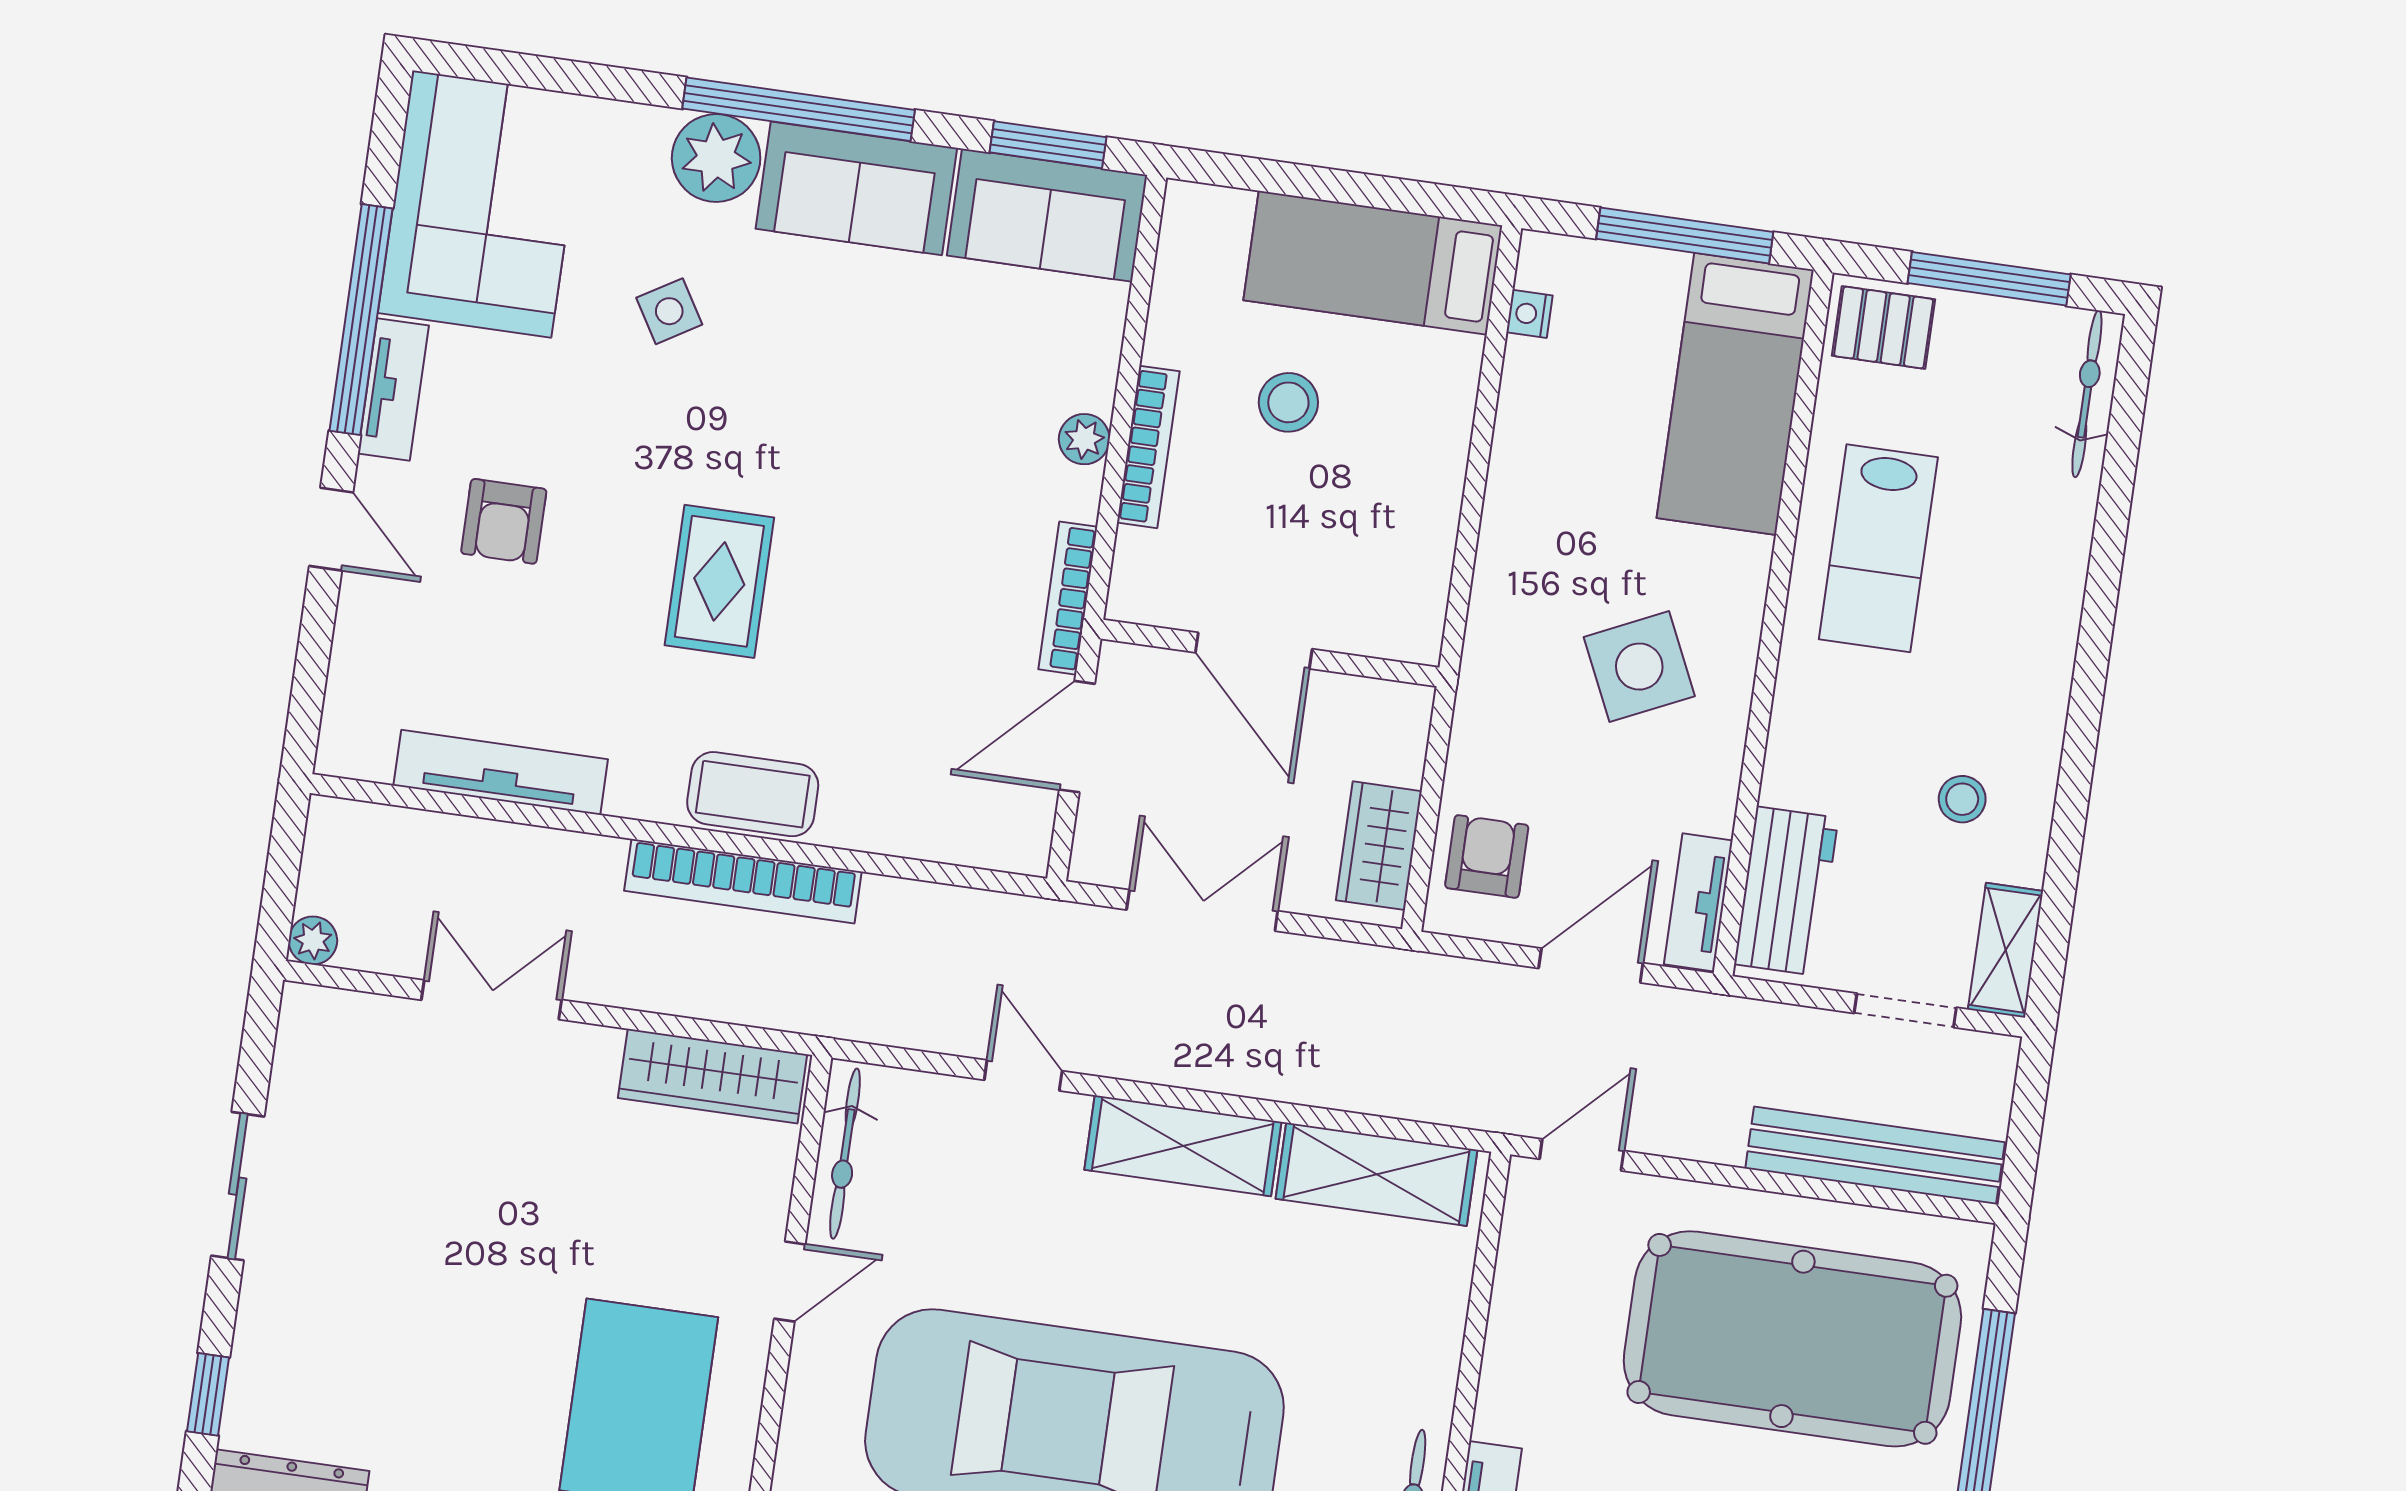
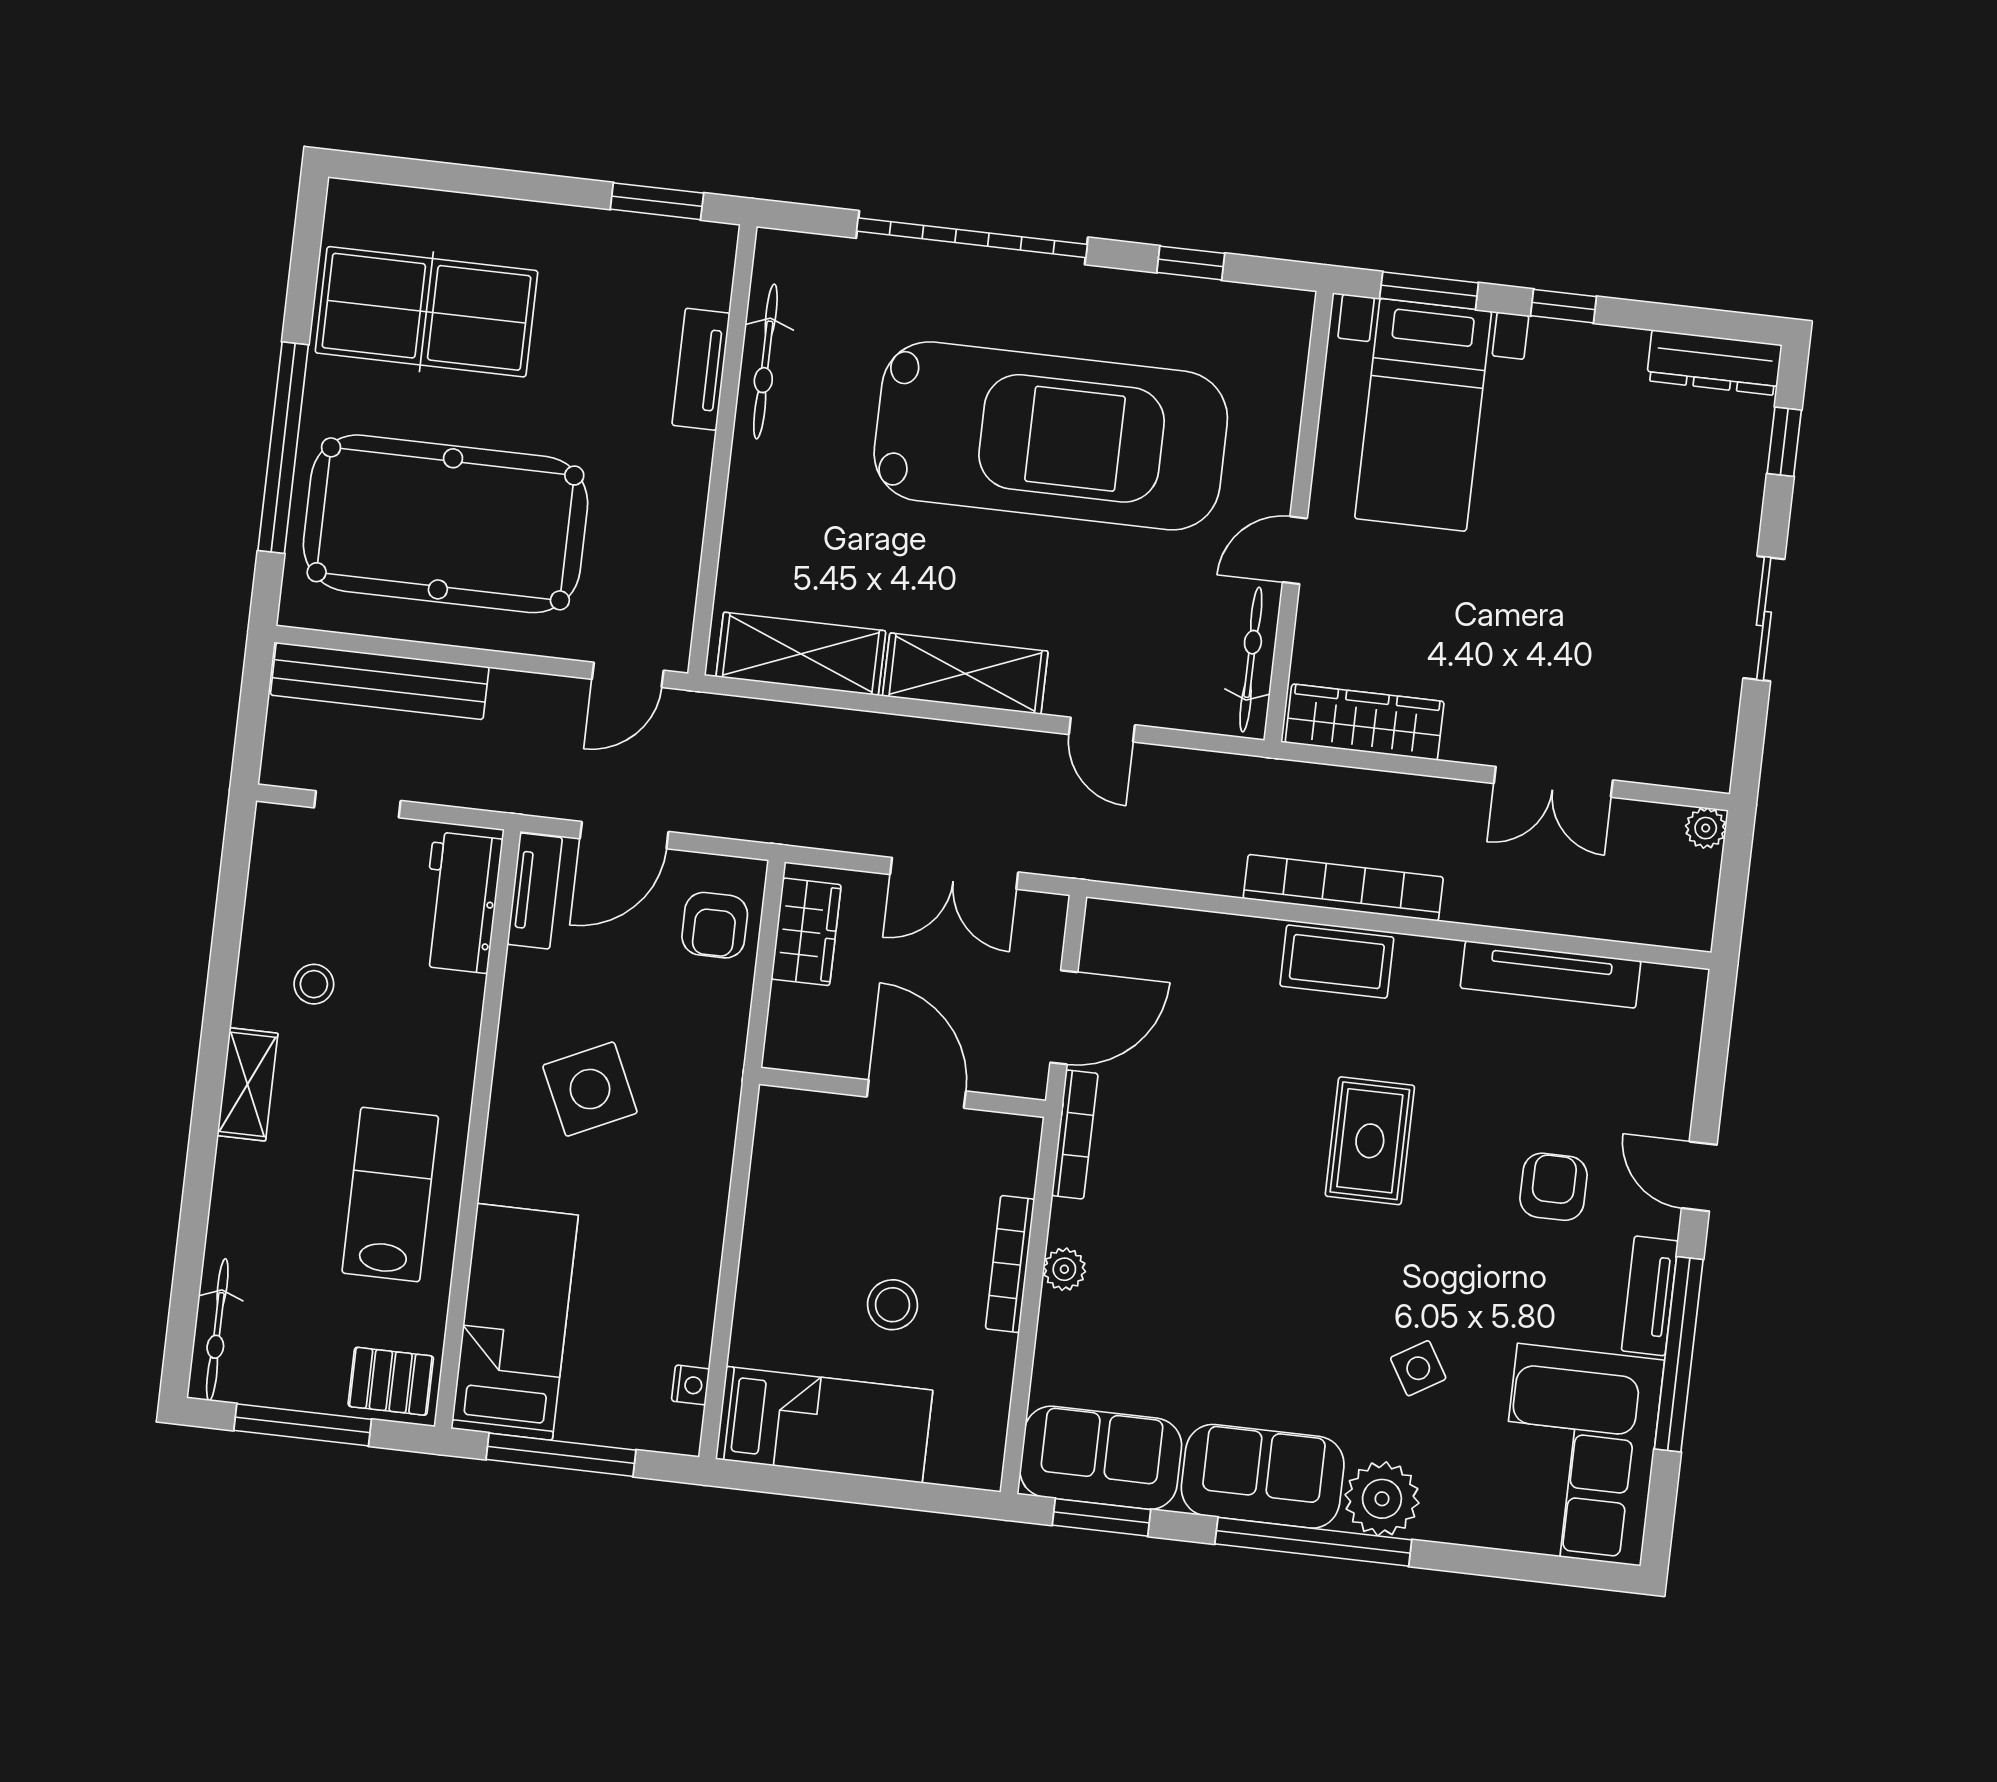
shelving: (2006, 950) -> (247, 1084), moved

